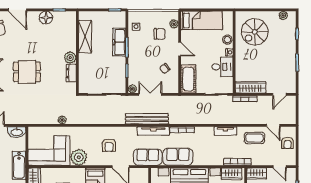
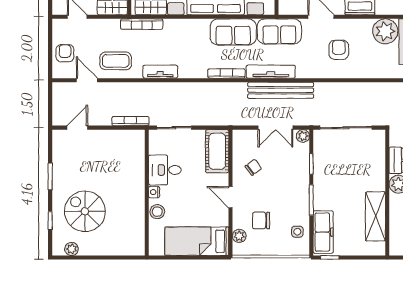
spiral stairs: (255, 32) -> (85, 211), moved, turned -90
freezer: (119, 42) -> (323, 232), moved
wardrobe: (251, 87) -> (122, 139), removed

